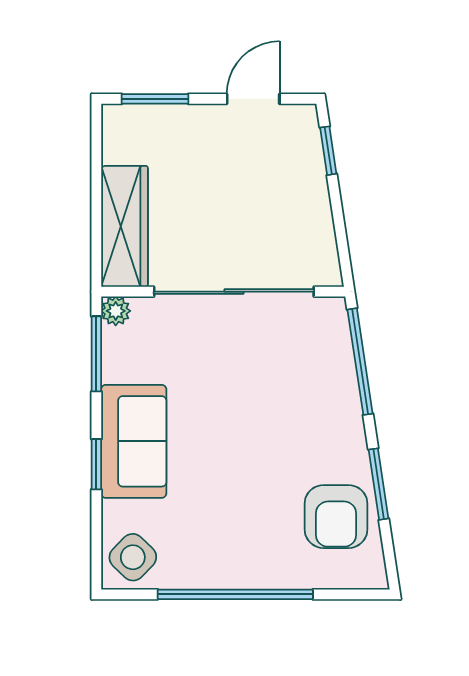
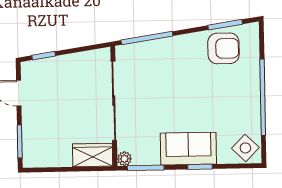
wardrobe: (124, 226) -> (93, 155), width x0.67
window: (379, 484) -> (225, 25), moved

